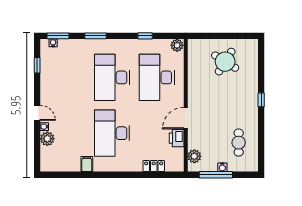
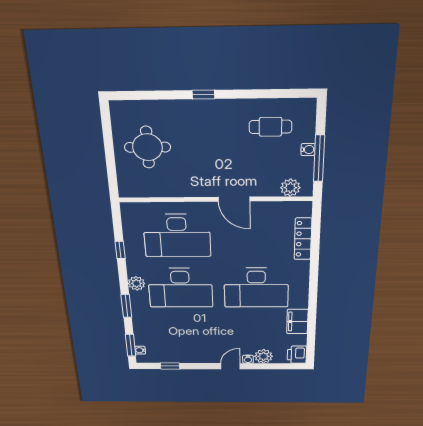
plant: (177, 45) -> (136, 283), moved
round table: (225, 62) -> (147, 147), turned -32
printer: (177, 138) -> (297, 355), moved, turned 90
filing cabinet: (87, 164) -> (297, 322), width x2.00
locker: (154, 166) -> (303, 239), width x1.53

